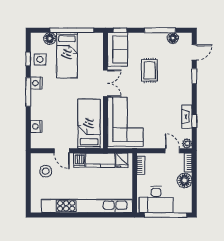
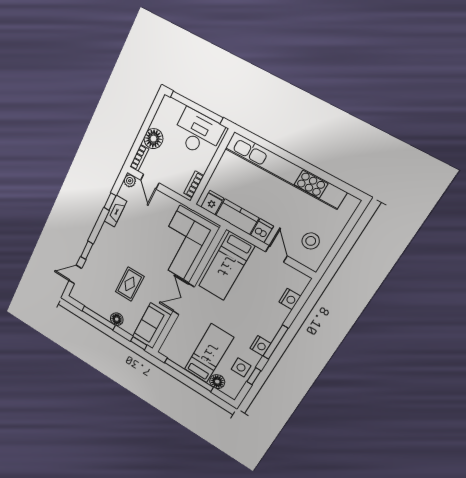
floor lamp: (173, 38) -> (117, 319), moved

